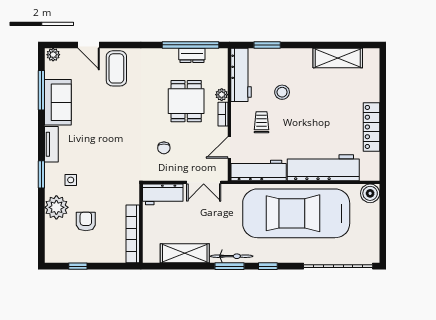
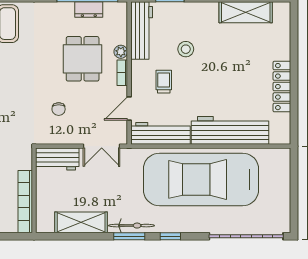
boiler: (370, 193) -> (280, 158), removed

